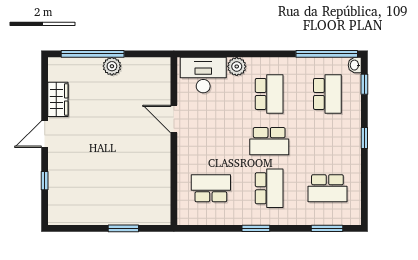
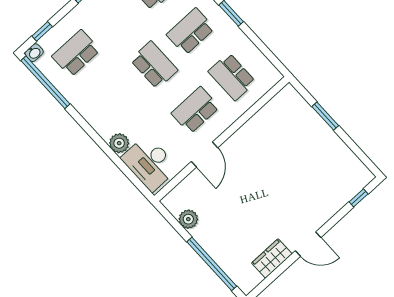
plant: (112, 66) -> (188, 219), moved
school desk: (269, 94) -> (195, 110), moved
window: (45, 181) -> (359, 198), moved

